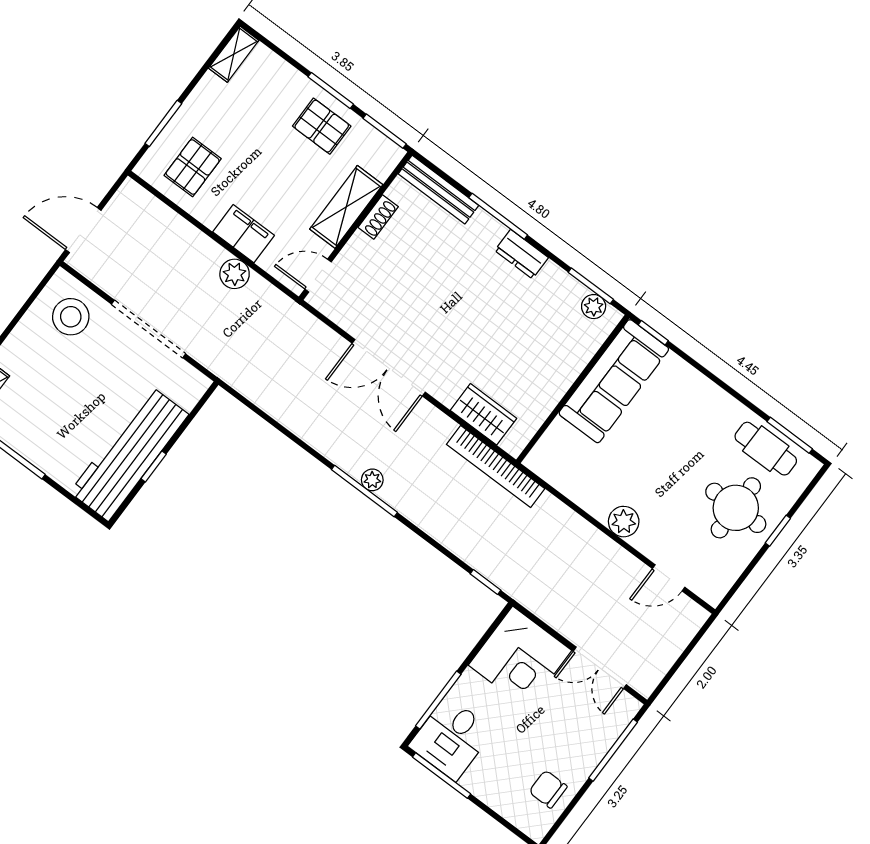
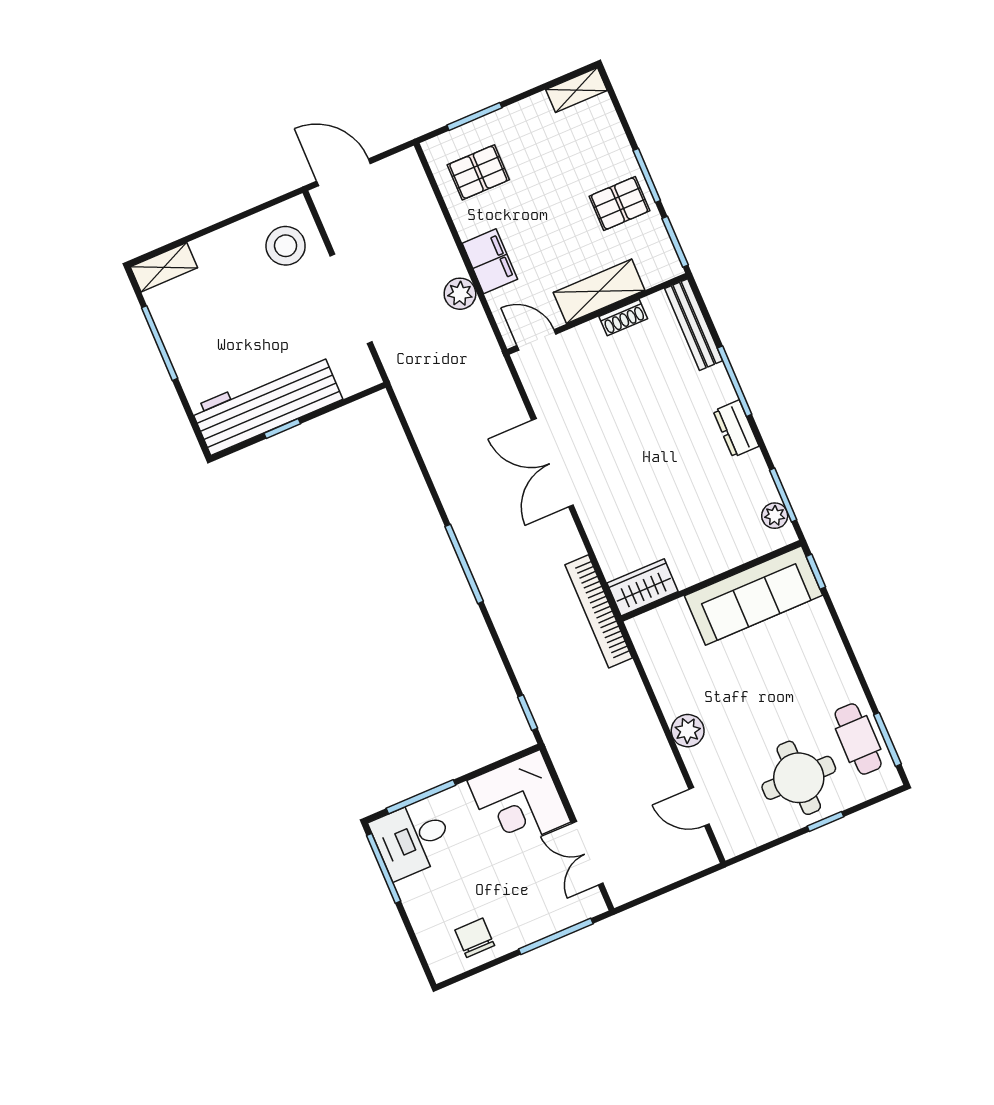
pallet: (322, 126) -> (619, 203), turned 90
wardrobe: (483, 414) -> (643, 587), moved, turned -90
plant: (372, 480) -> (477, 558), removed

